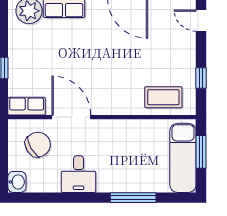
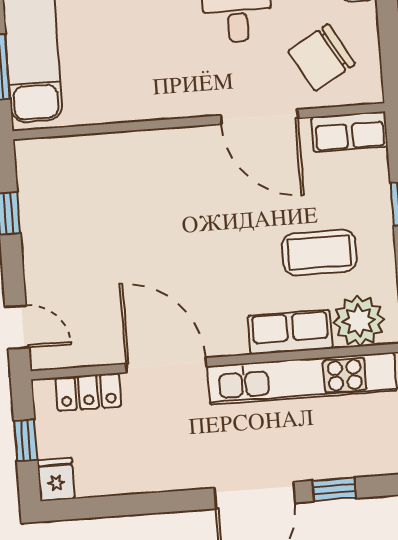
coffee table: (163, 97) -> (319, 253), moved

